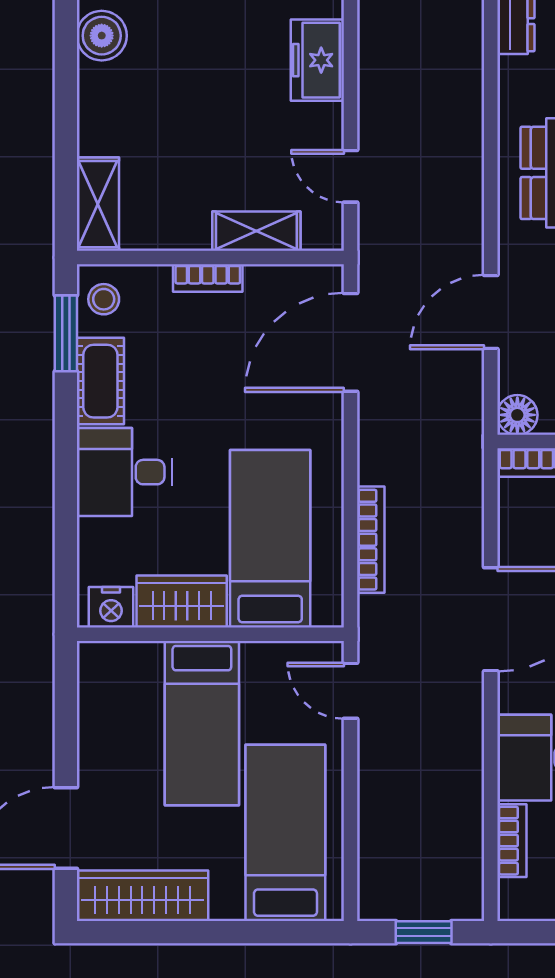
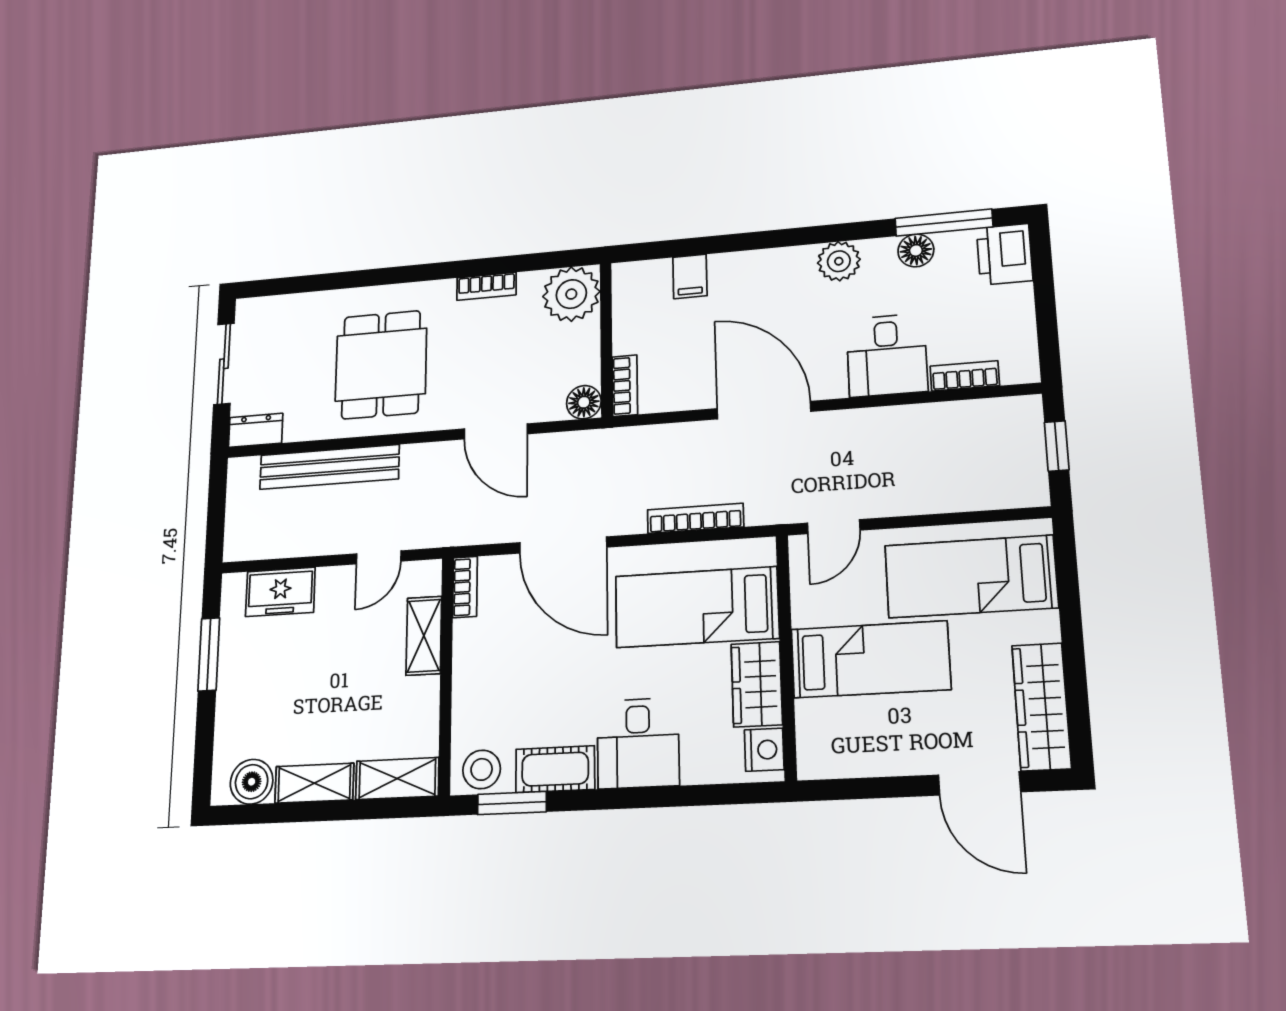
shelving: (97, 109) -> (314, 783), added
bench: (463, 114) -> (329, 467), added
bookcase: (208, 278) -> (465, 587), moved
stool: (104, 299) -> (482, 769), width x1.37, depth x1.37
door: (351, 342) -> (563, 545), moved

